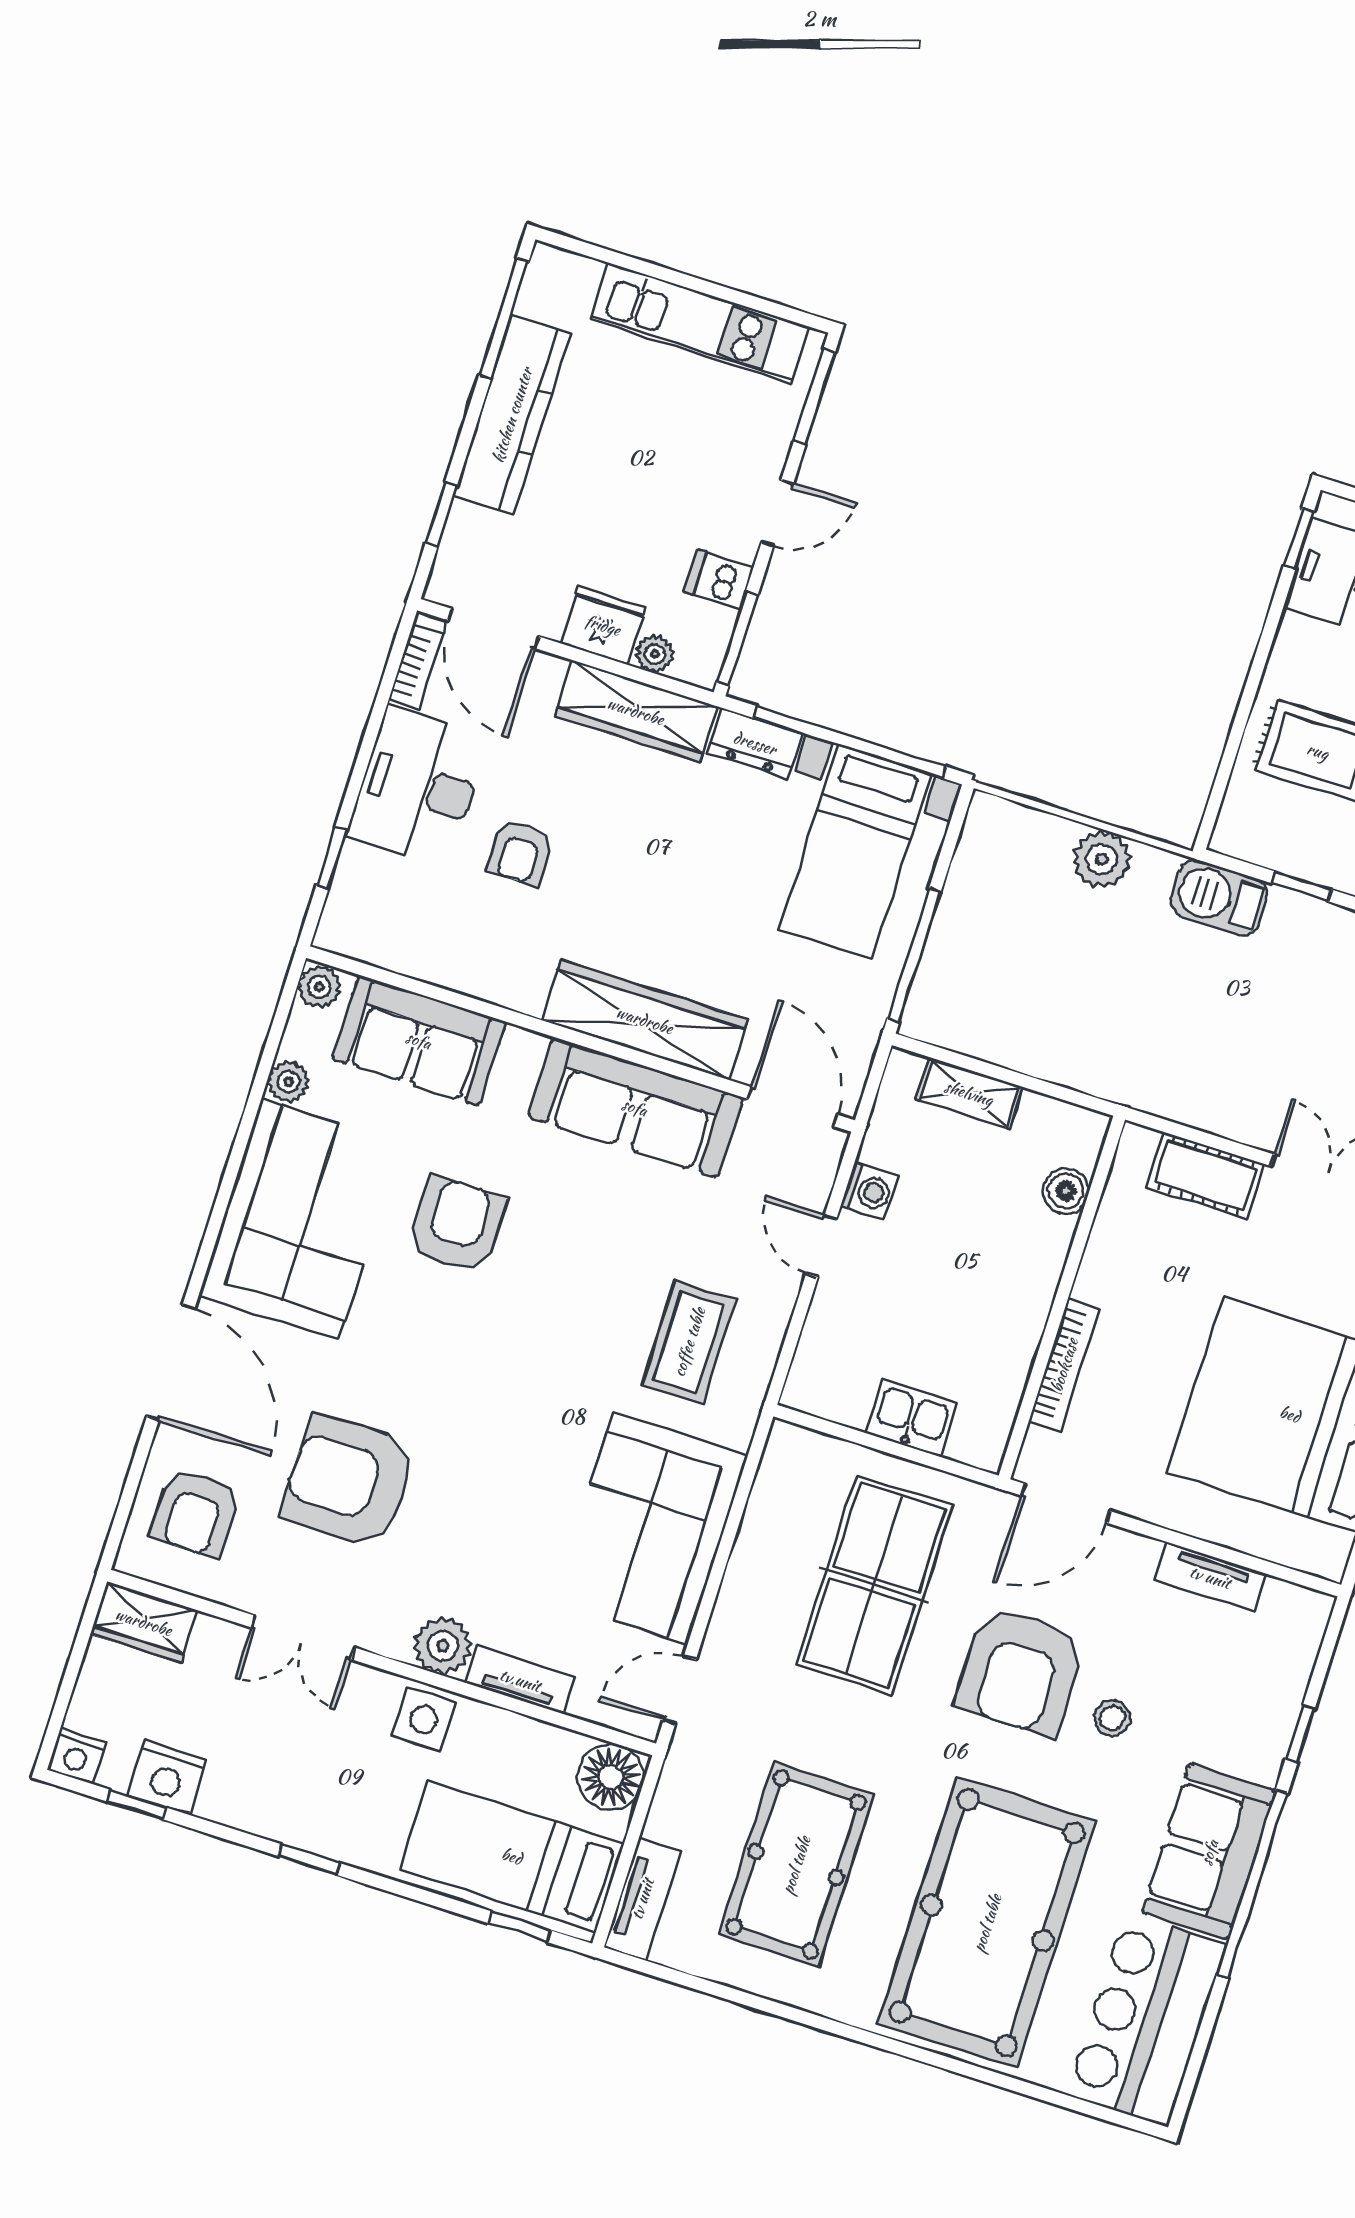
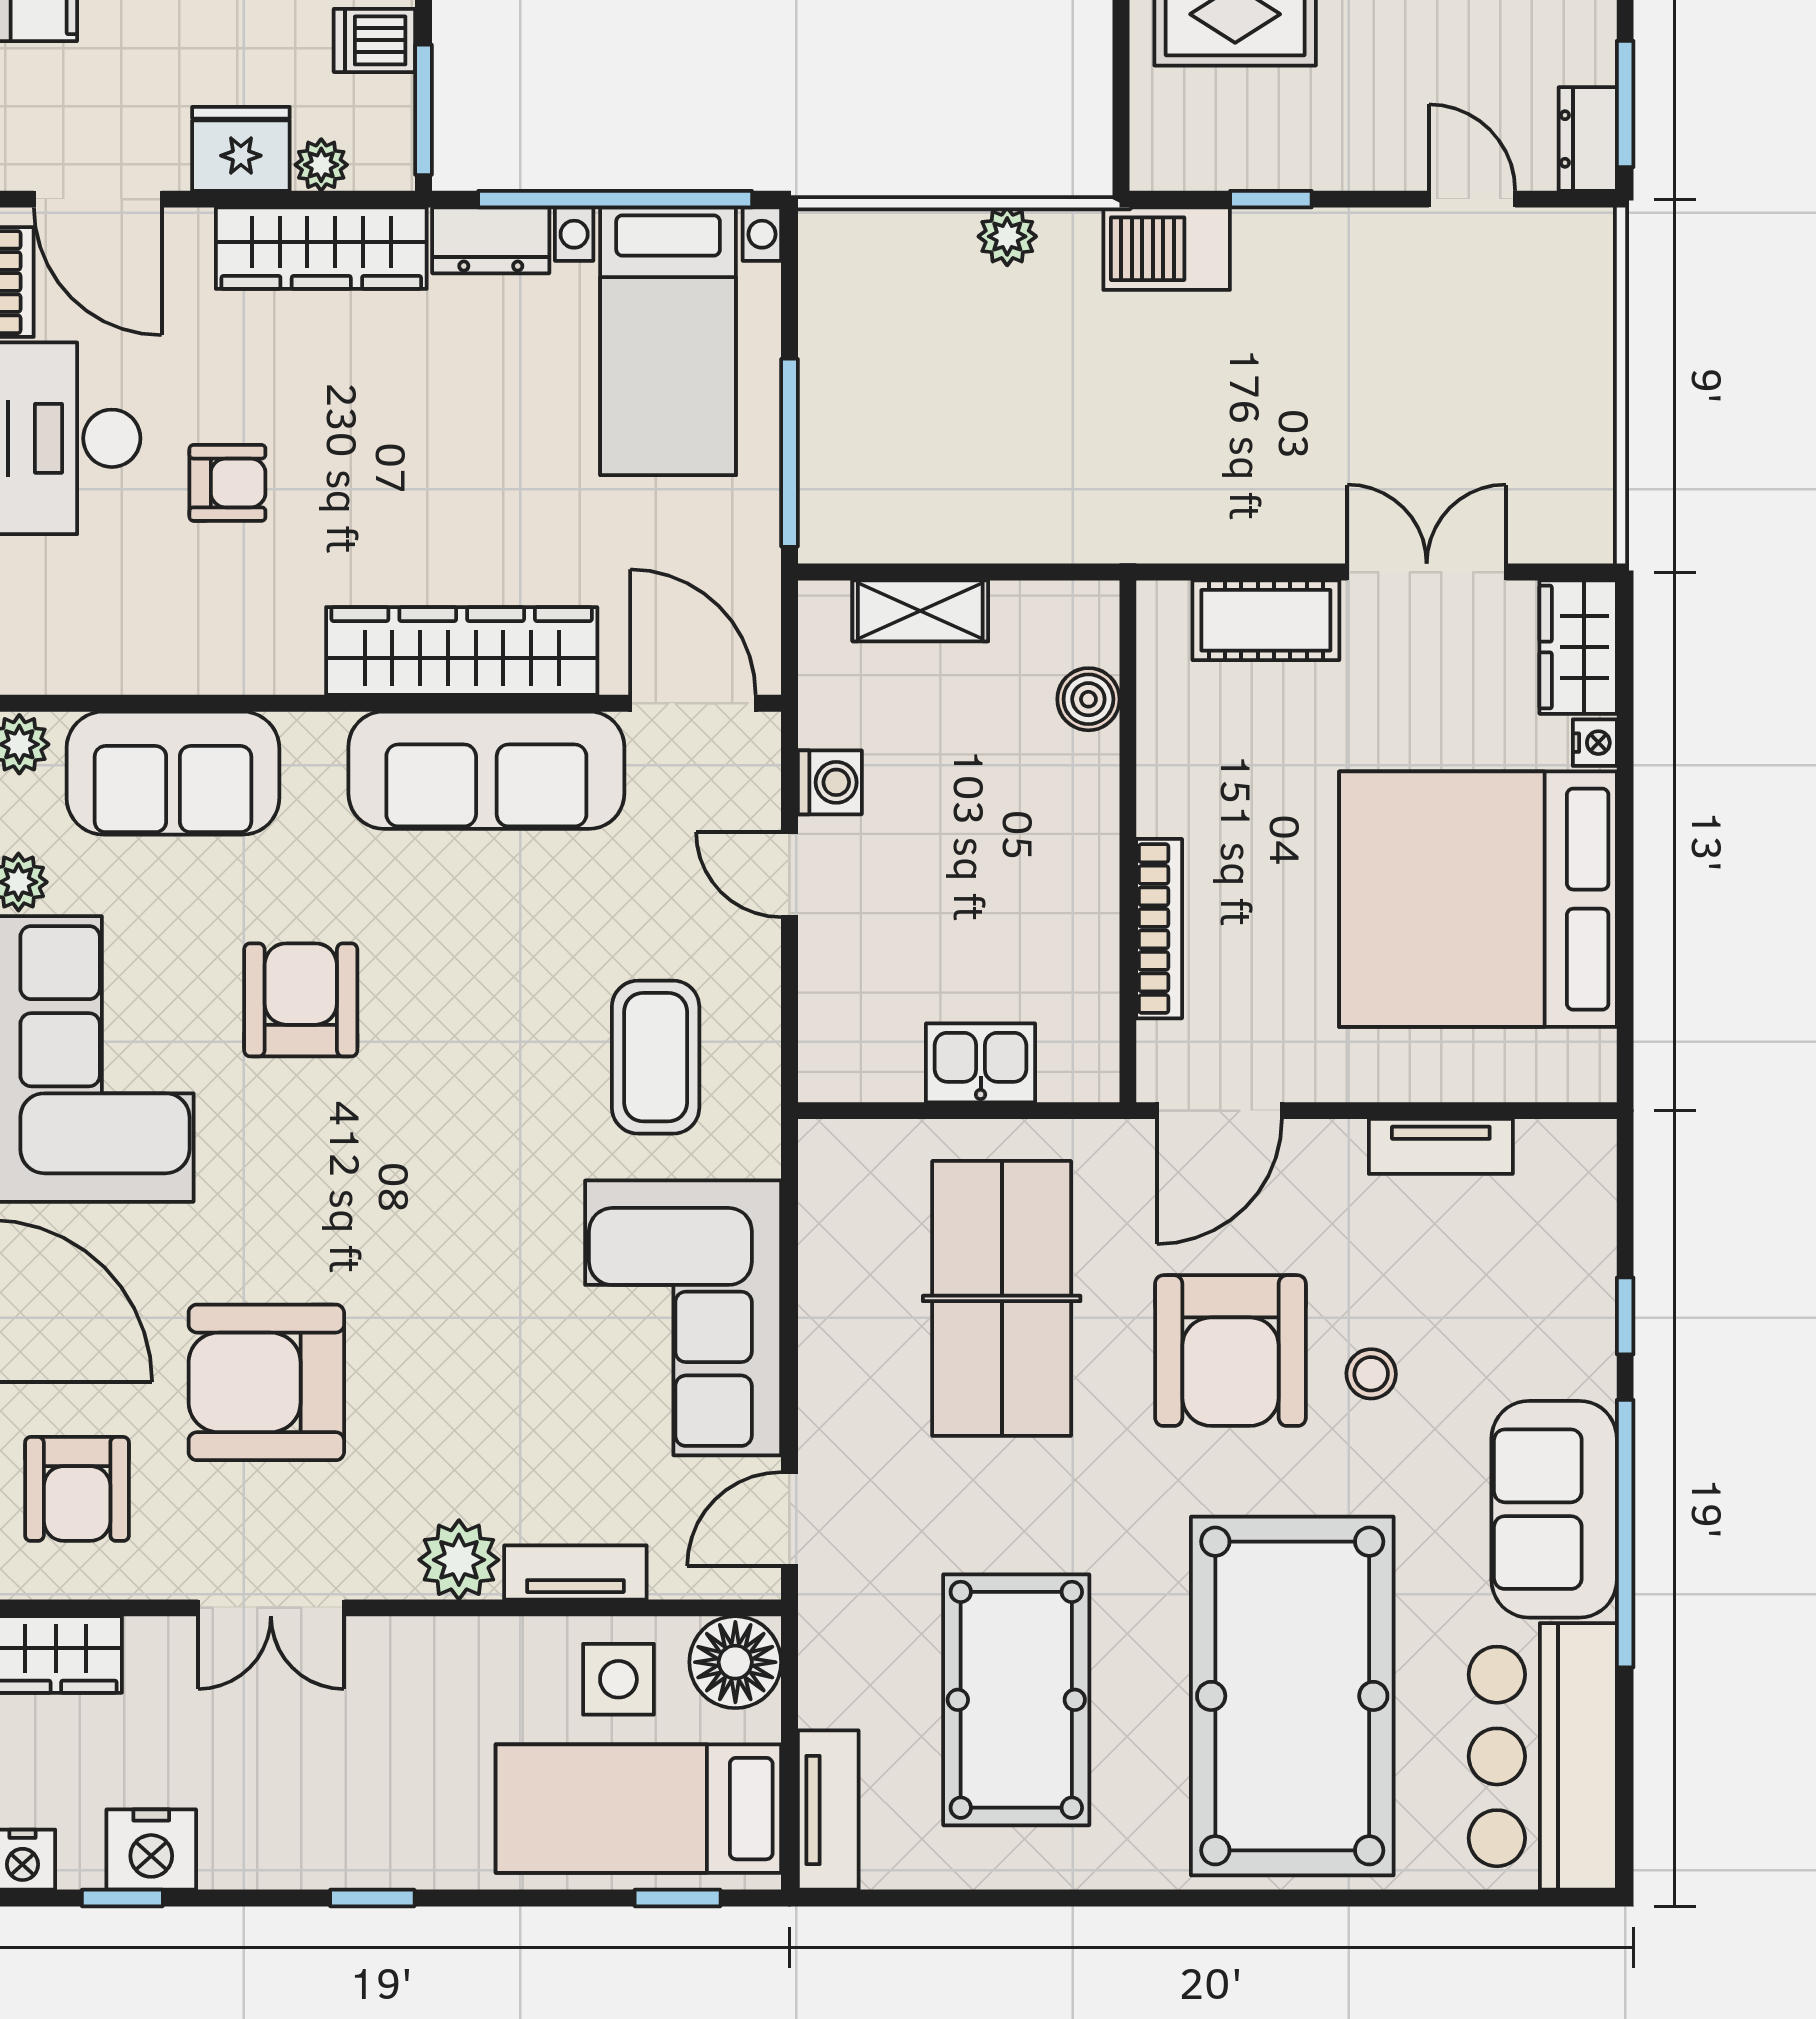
armchair: (520, 853) -> (227, 483), turned -90
plant: (1102, 859) -> (1007, 236), width x0.73, depth x0.73
side table: (424, 1720) -> (618, 1679), moved

